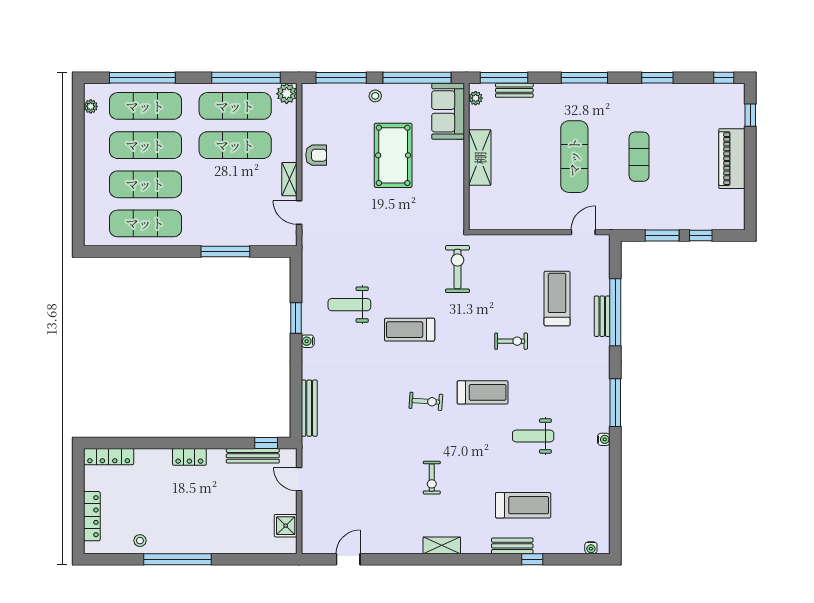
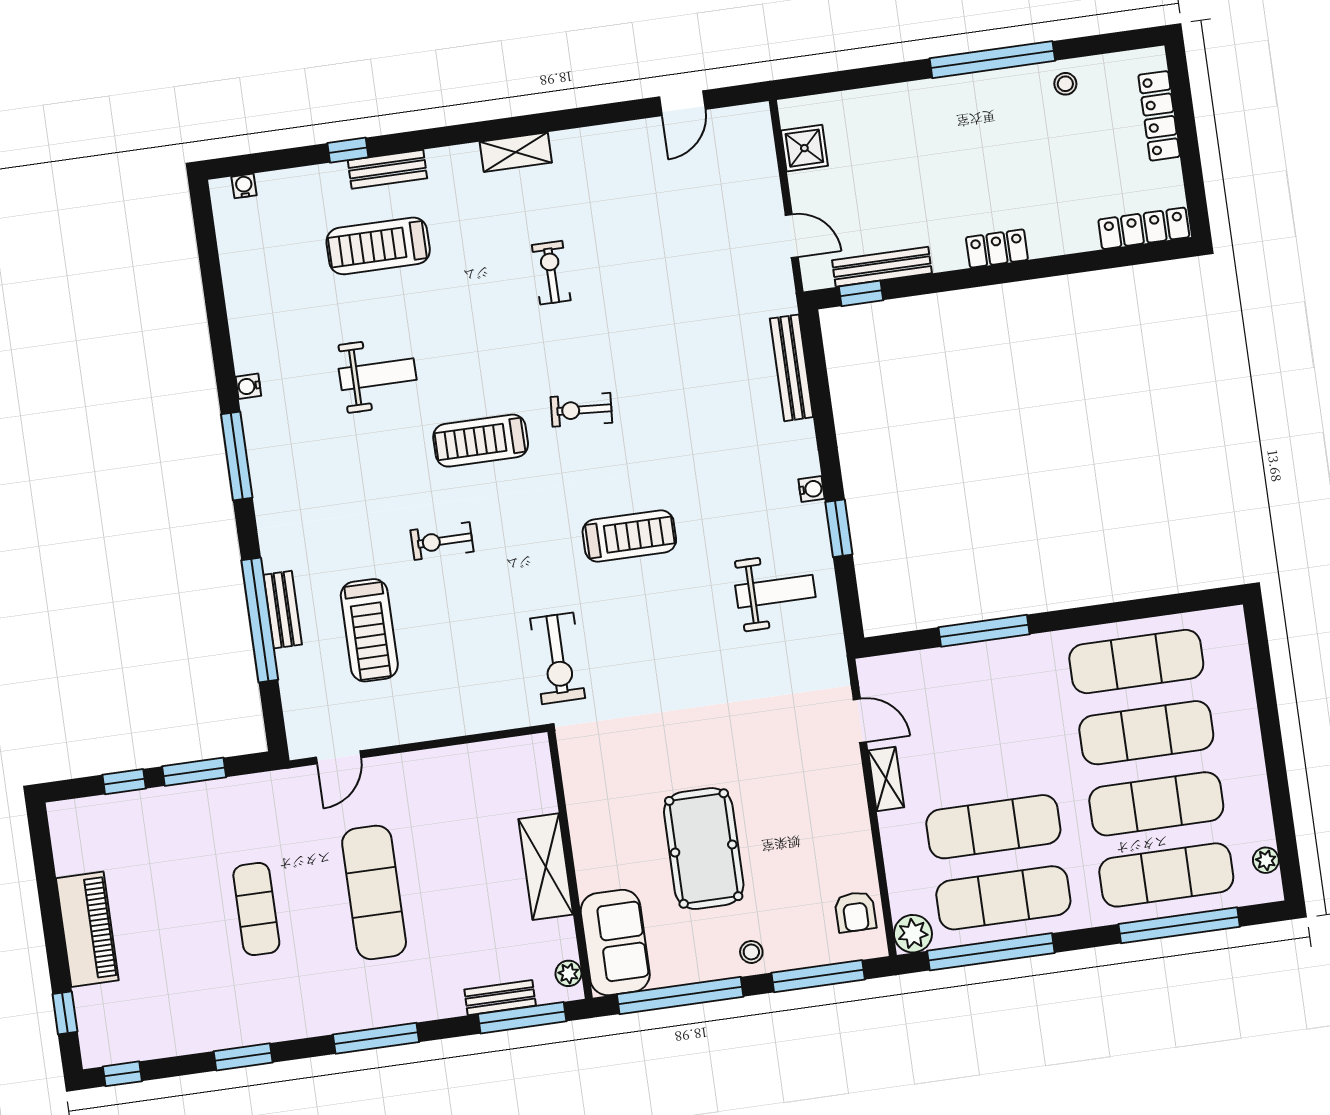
armchair: (316, 155) -> (855, 912), moved, turned -90
weight bench: (349, 305) -> (775, 591), moved

